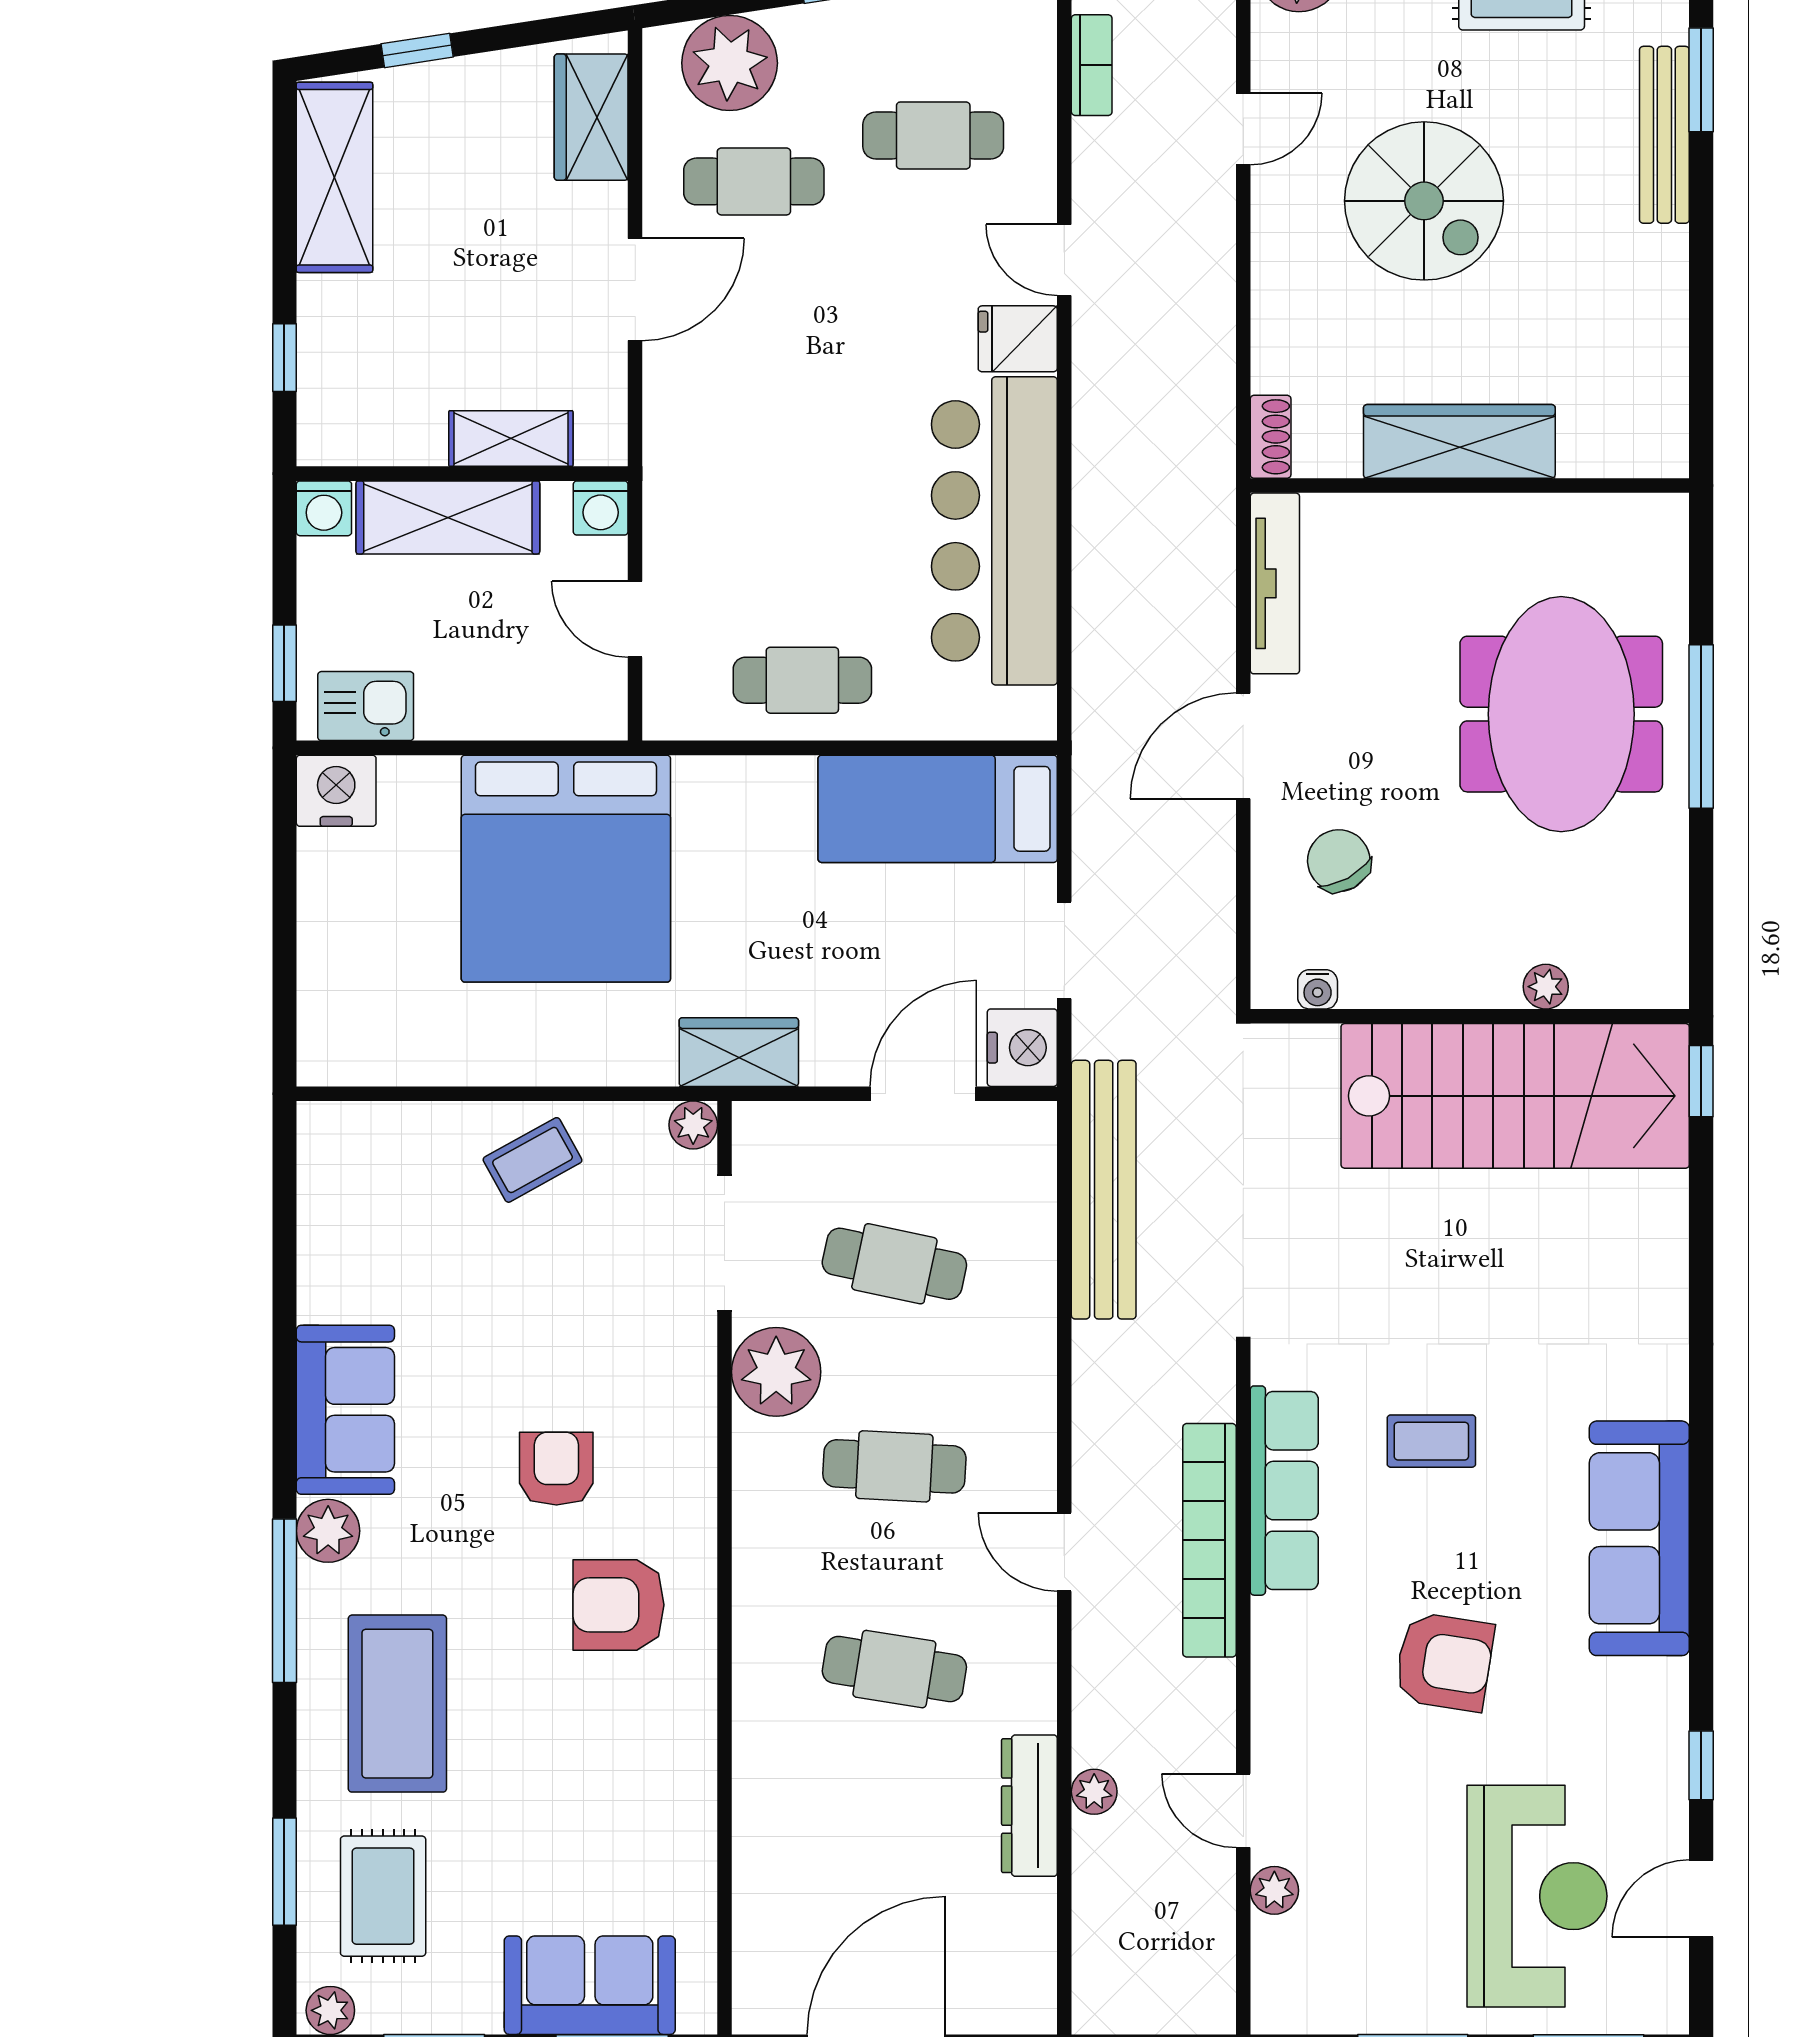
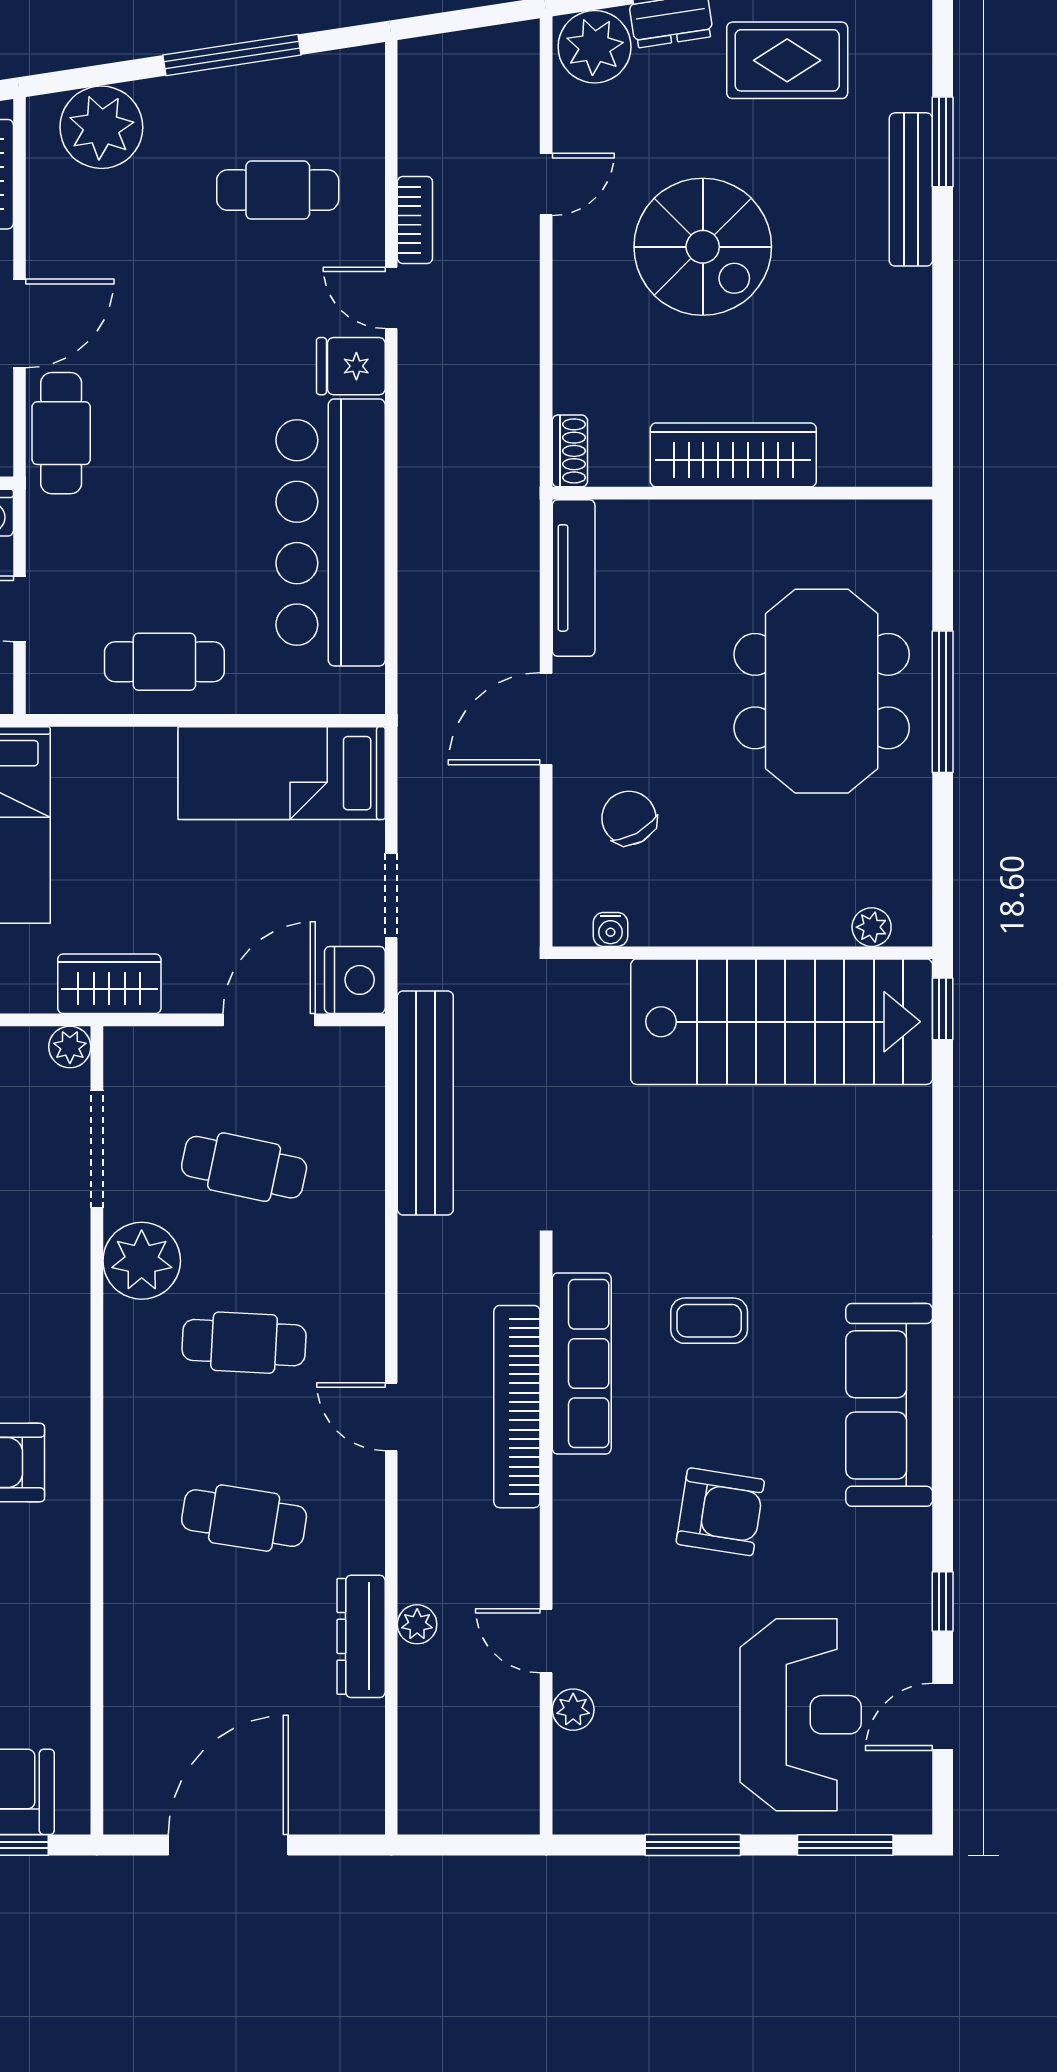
bookcase: (1092, 65) -> (415, 220), moved
cafe table: (754, 181) -> (61, 433), moved, turned 90
plant: (1546, 987) -> (872, 927), moved

